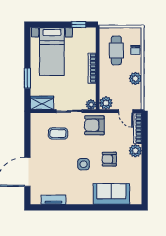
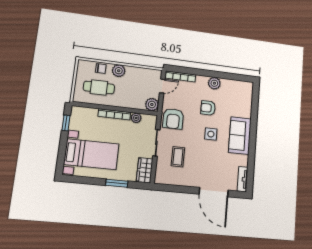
plant: (135, 78) -> (119, 71), moved
plant: (91, 105) -> (136, 118), moved
plant: (135, 151) -> (214, 83), moved
armchair: (109, 159) -> (208, 108), turned 90
sofa: (111, 194) -> (240, 136), moved
tv unit: (53, 200) -> (243, 179), moved

